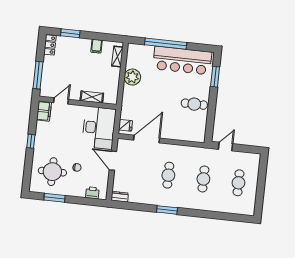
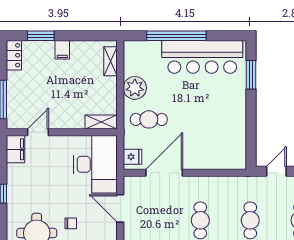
filing cabinet: (97, 46) -> (62, 50), moved
shelving: (92, 97) -> (101, 122), moved
cafe table: (194, 104) -> (149, 119), moved

